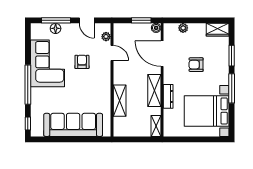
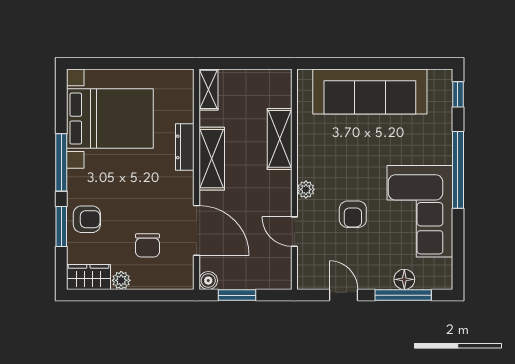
plant: (183, 28) -> (121, 280), moved
plant: (106, 37) -> (306, 189), moved
chair: (187, 46) -> (147, 245), added
armchair: (196, 65) -> (87, 219), moved

